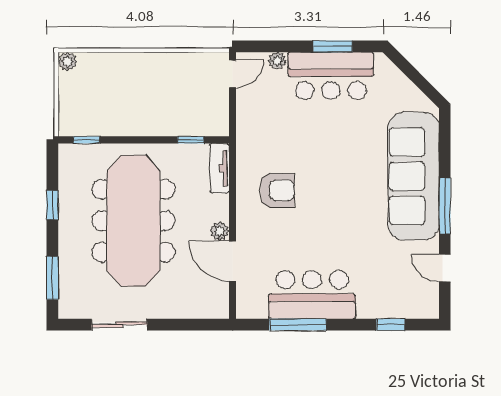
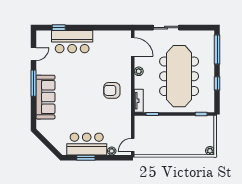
sofa: (414, 176) -> (45, 97), width x0.74, depth x0.79
door: (233, 261) -> (133, 47), moved
door: (445, 268) -> (33, 54), hinge flipped
window: (52, 278) -> (217, 49), width x1.44
bar counter: (312, 295) -> (72, 42), moved
sliding door: (119, 325) -> (166, 28), moved
window: (298, 325) -> (102, 28), removed

